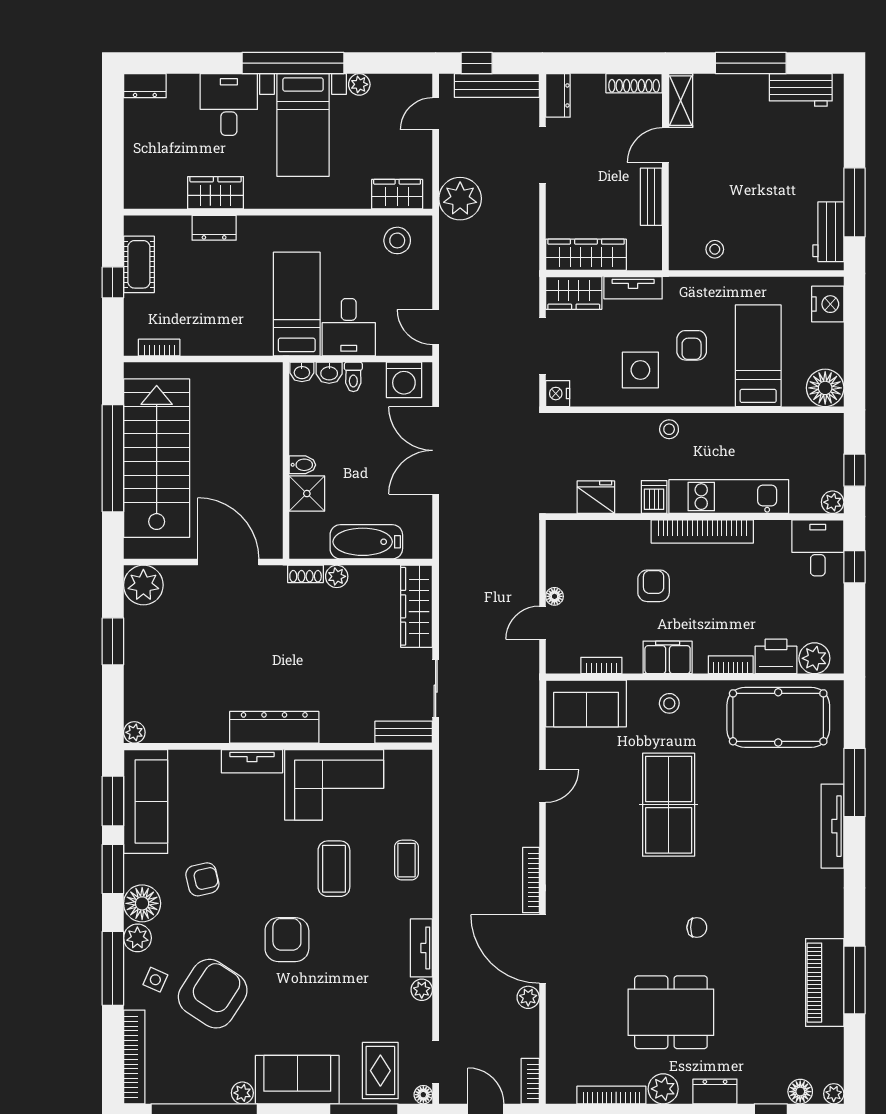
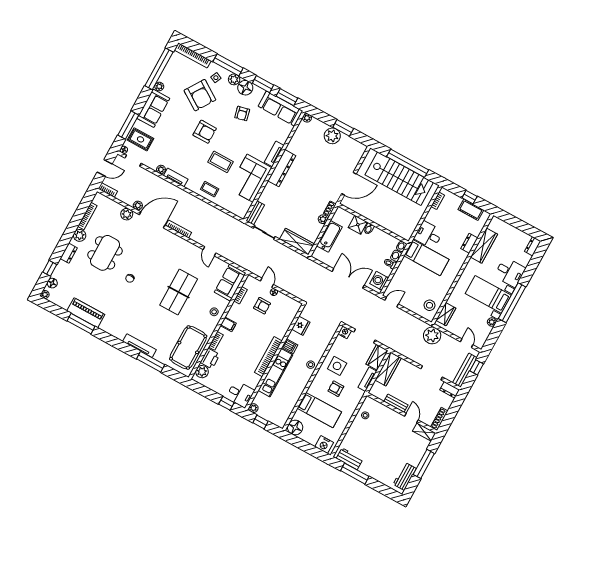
wardrobe: (216, 193) -> (484, 246), width x1.50
desk: (349, 327) -> (428, 235), moved
plant: (143, 585) -> (332, 136), moved
armchair: (654, 586) -> (262, 306), moved
filing cabinet: (668, 657) -> (228, 324), width x0.50
table tennis table: (669, 805) -> (179, 292), turned 90
plant: (560, 1011) -> (127, 214), added

